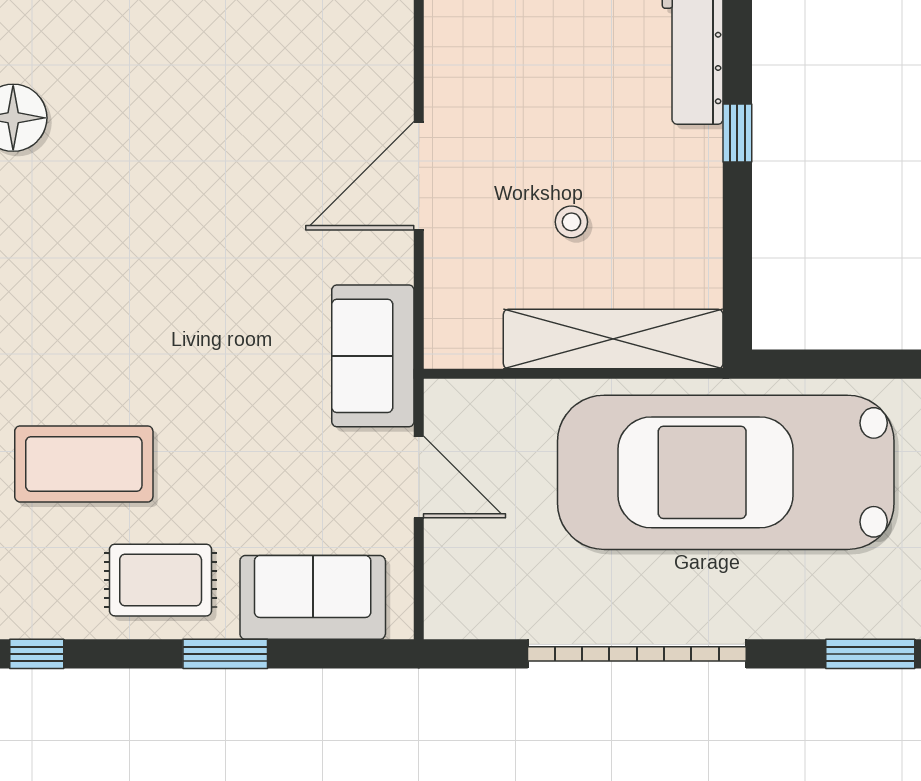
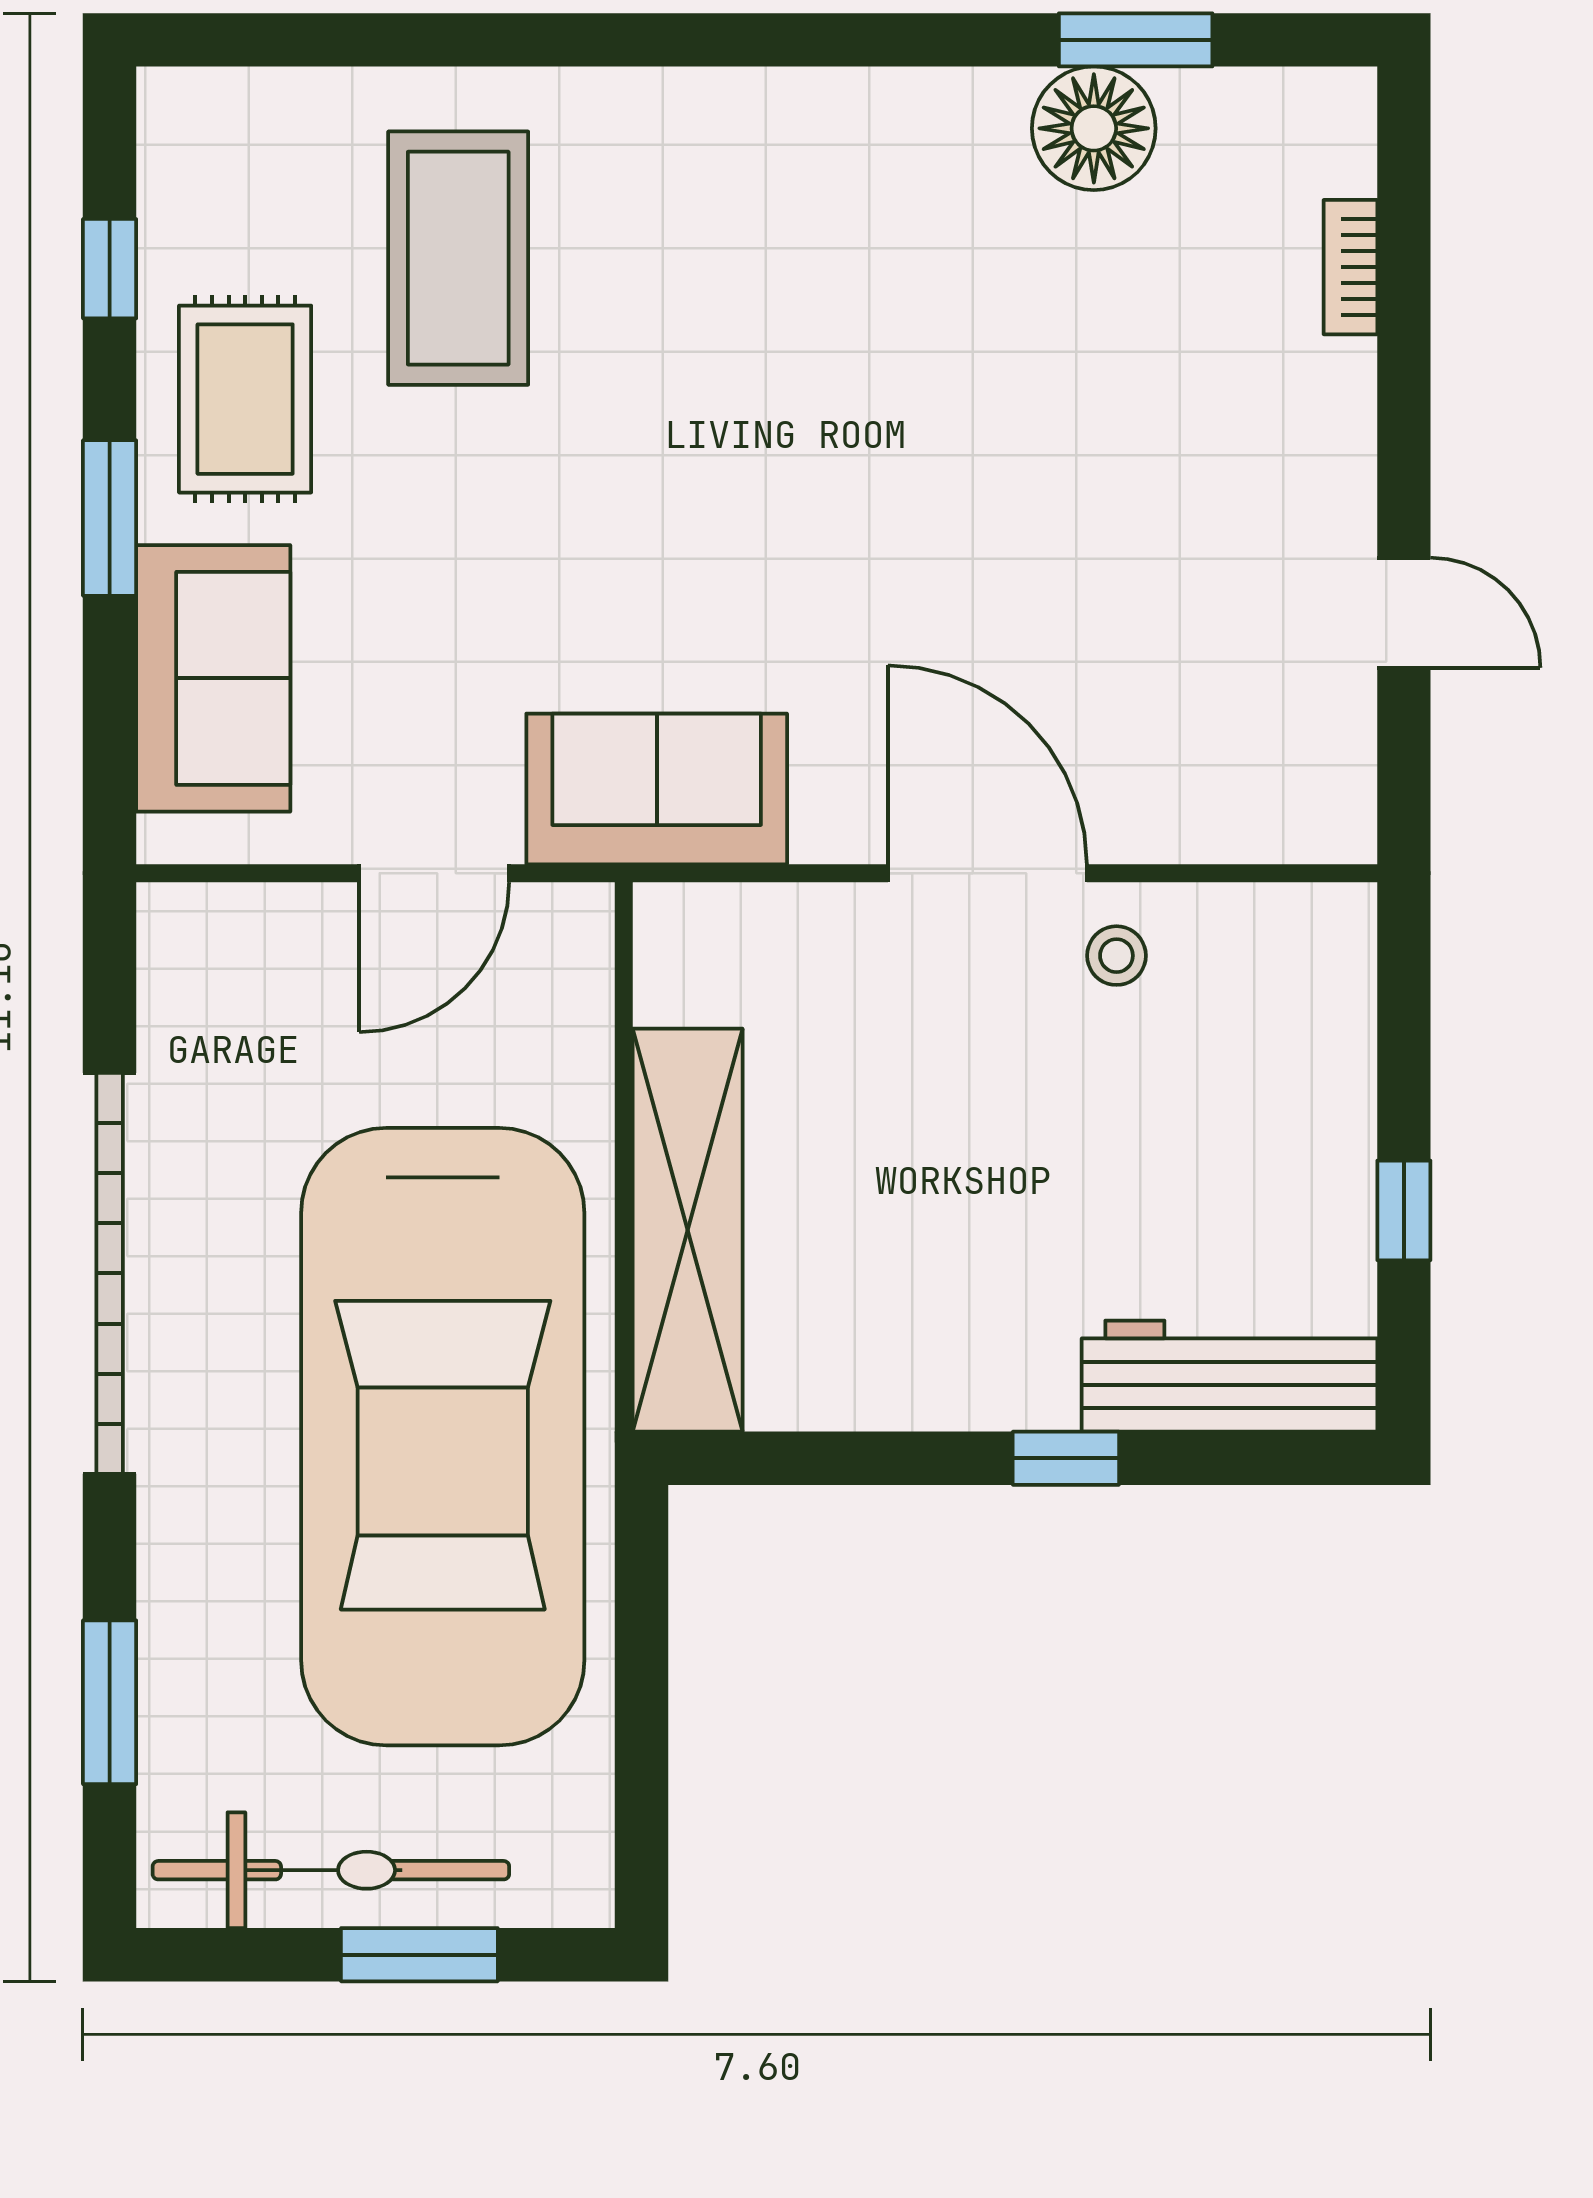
stool: (571, 222) -> (1116, 956), moved
car: (726, 472) -> (443, 1437), turned 180
window: (37, 654) -> (110, 269), moved

